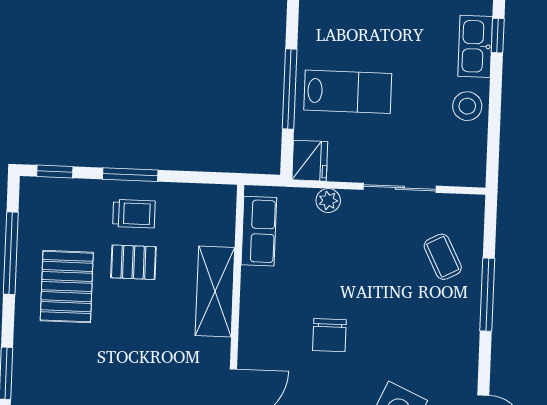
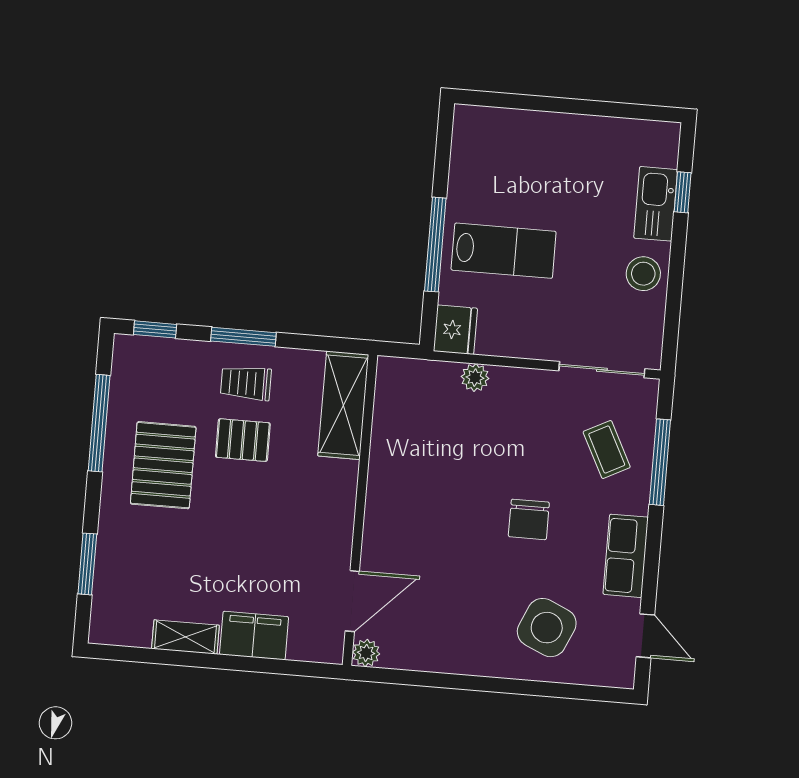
sliding door: (400, 188) -> (602, 370), moved
trolley: (134, 214) -> (246, 383), turned 180
row of seats: (259, 231) -> (626, 556), moved, turned 180
shelving: (215, 291) -> (343, 405), moved
window: (487, 295) -> (660, 462), moved
chair: (329, 335) -> (529, 519), moved

